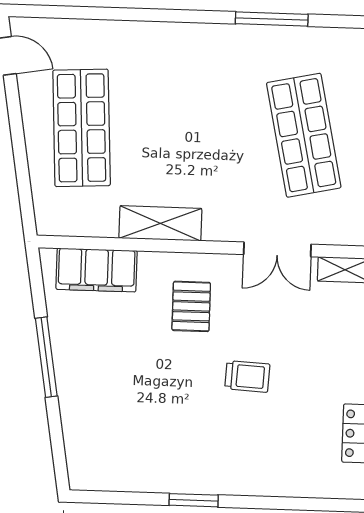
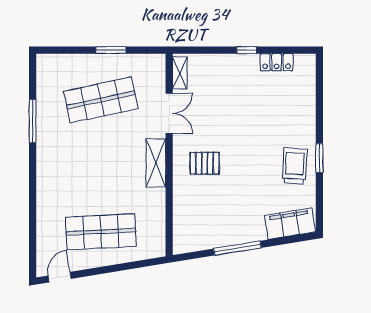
shelving: (160, 223) -> (156, 163), moved
filing cabinet: (97, 270) -> (290, 224), moved, turned -99
trolley: (247, 376) -> (295, 166), moved, width x1.36, depth x1.39

